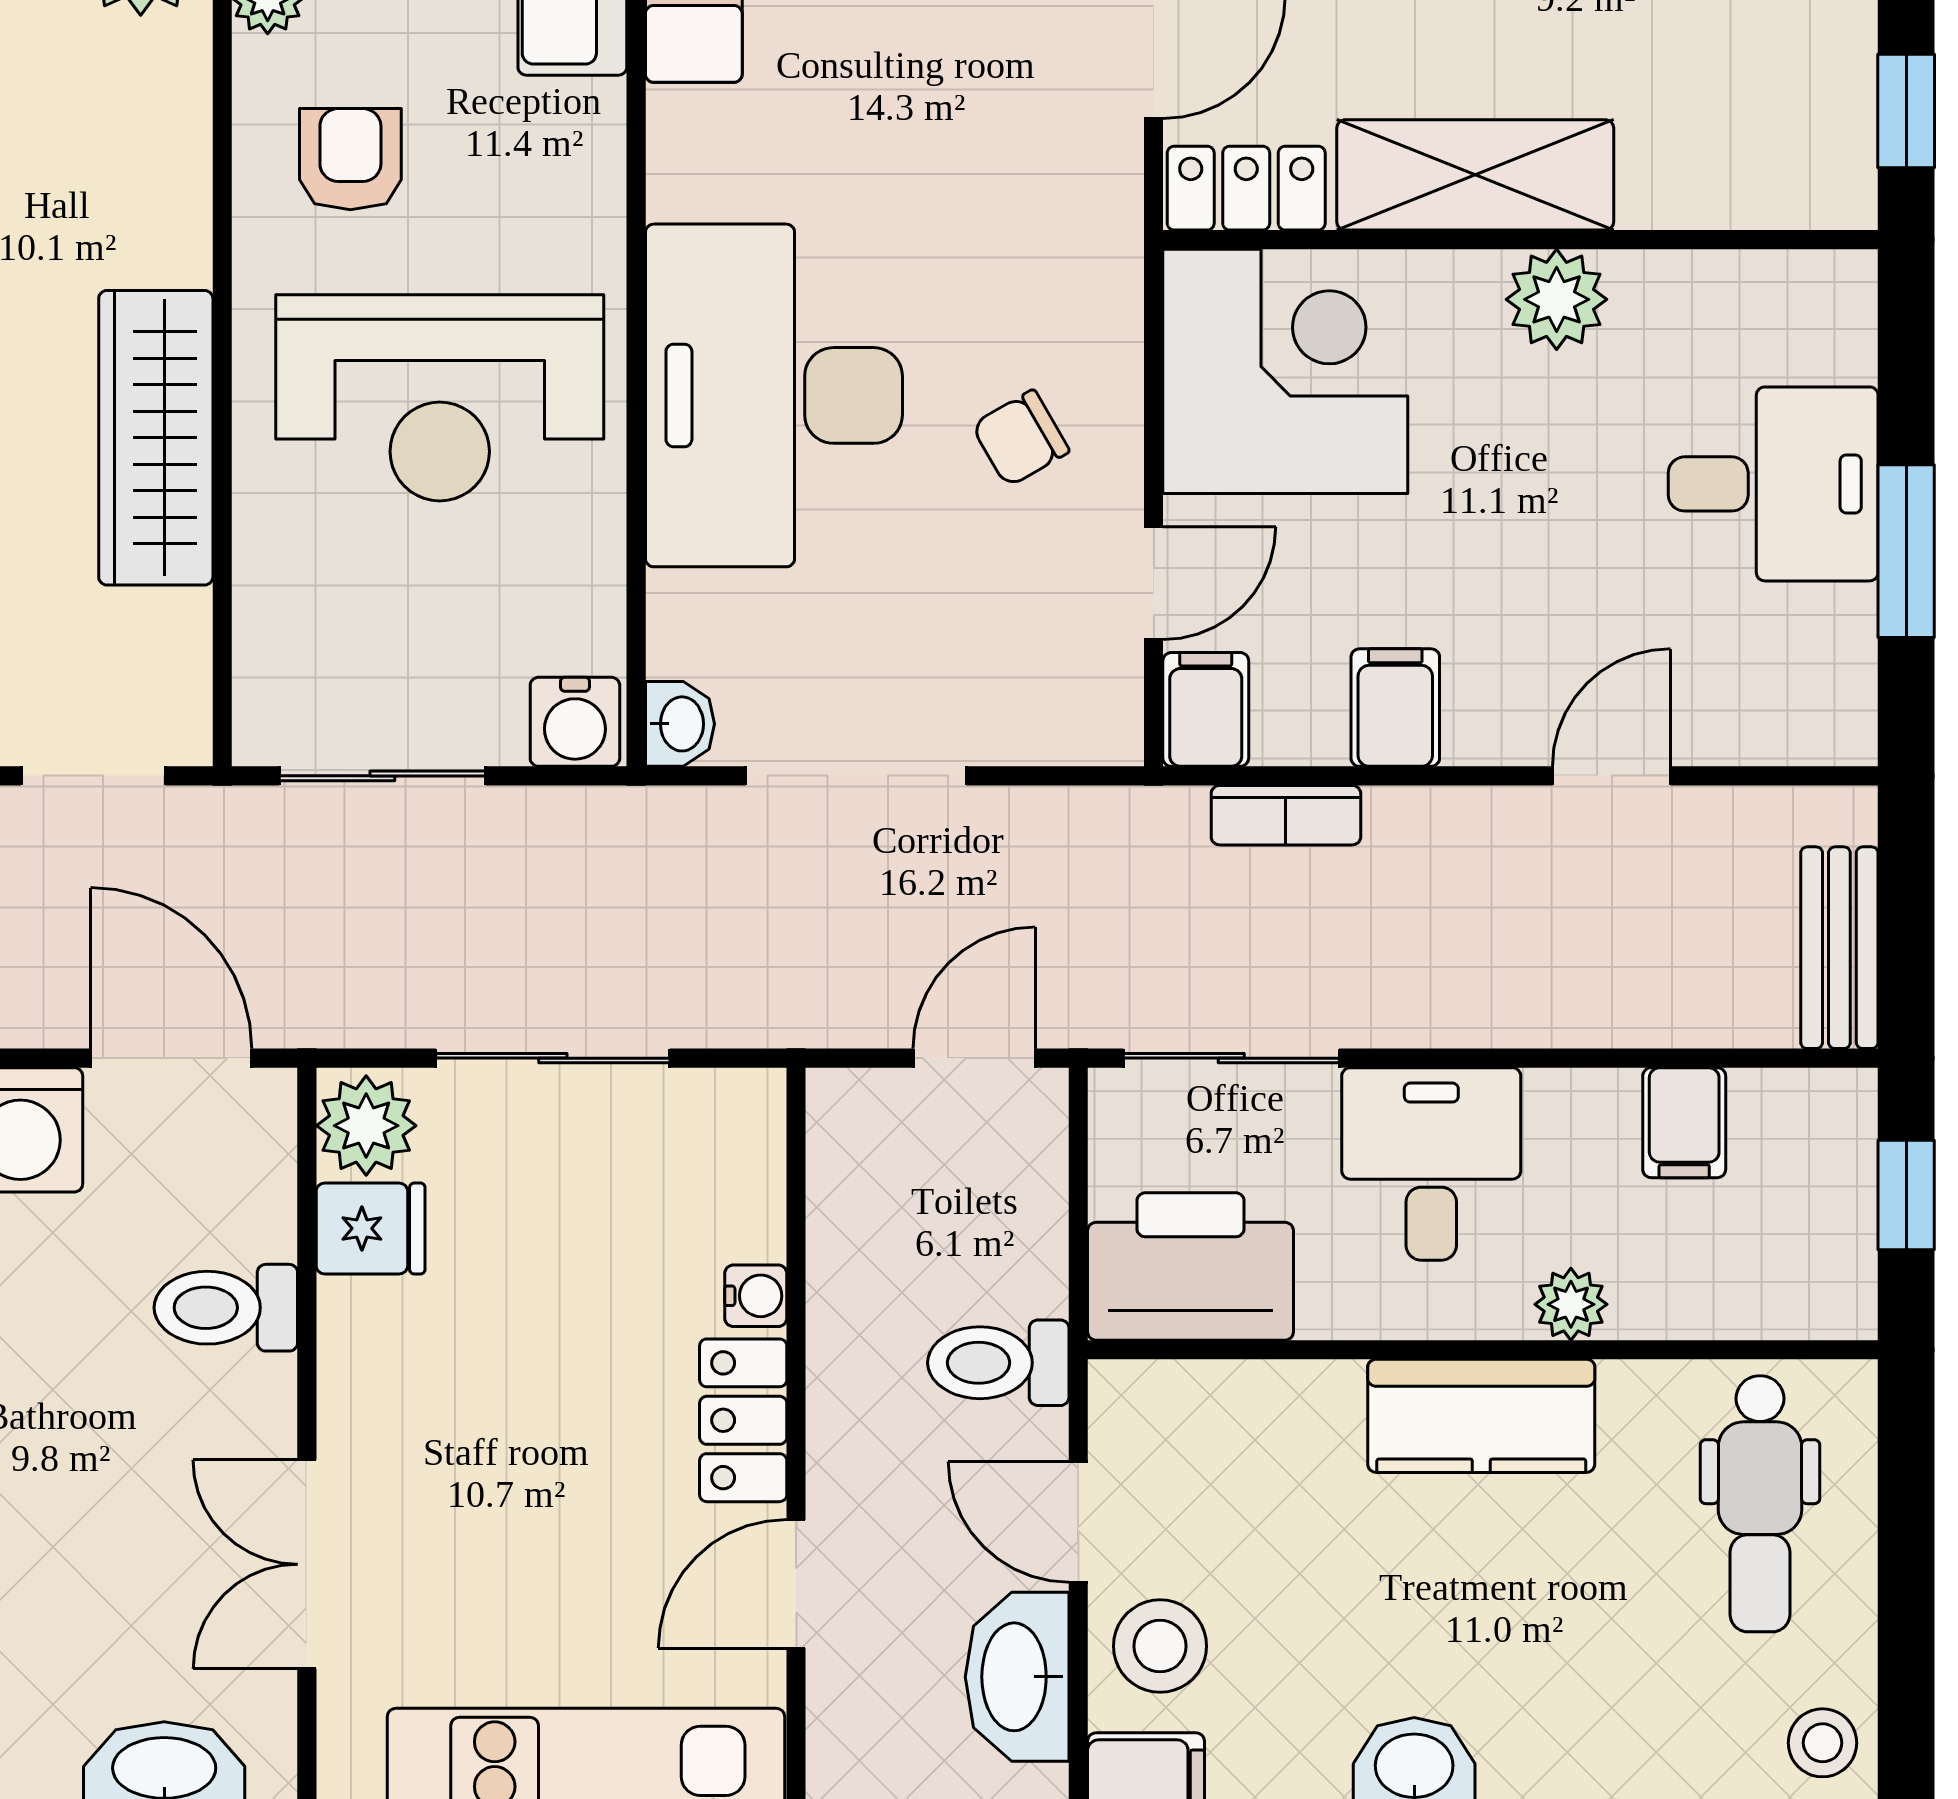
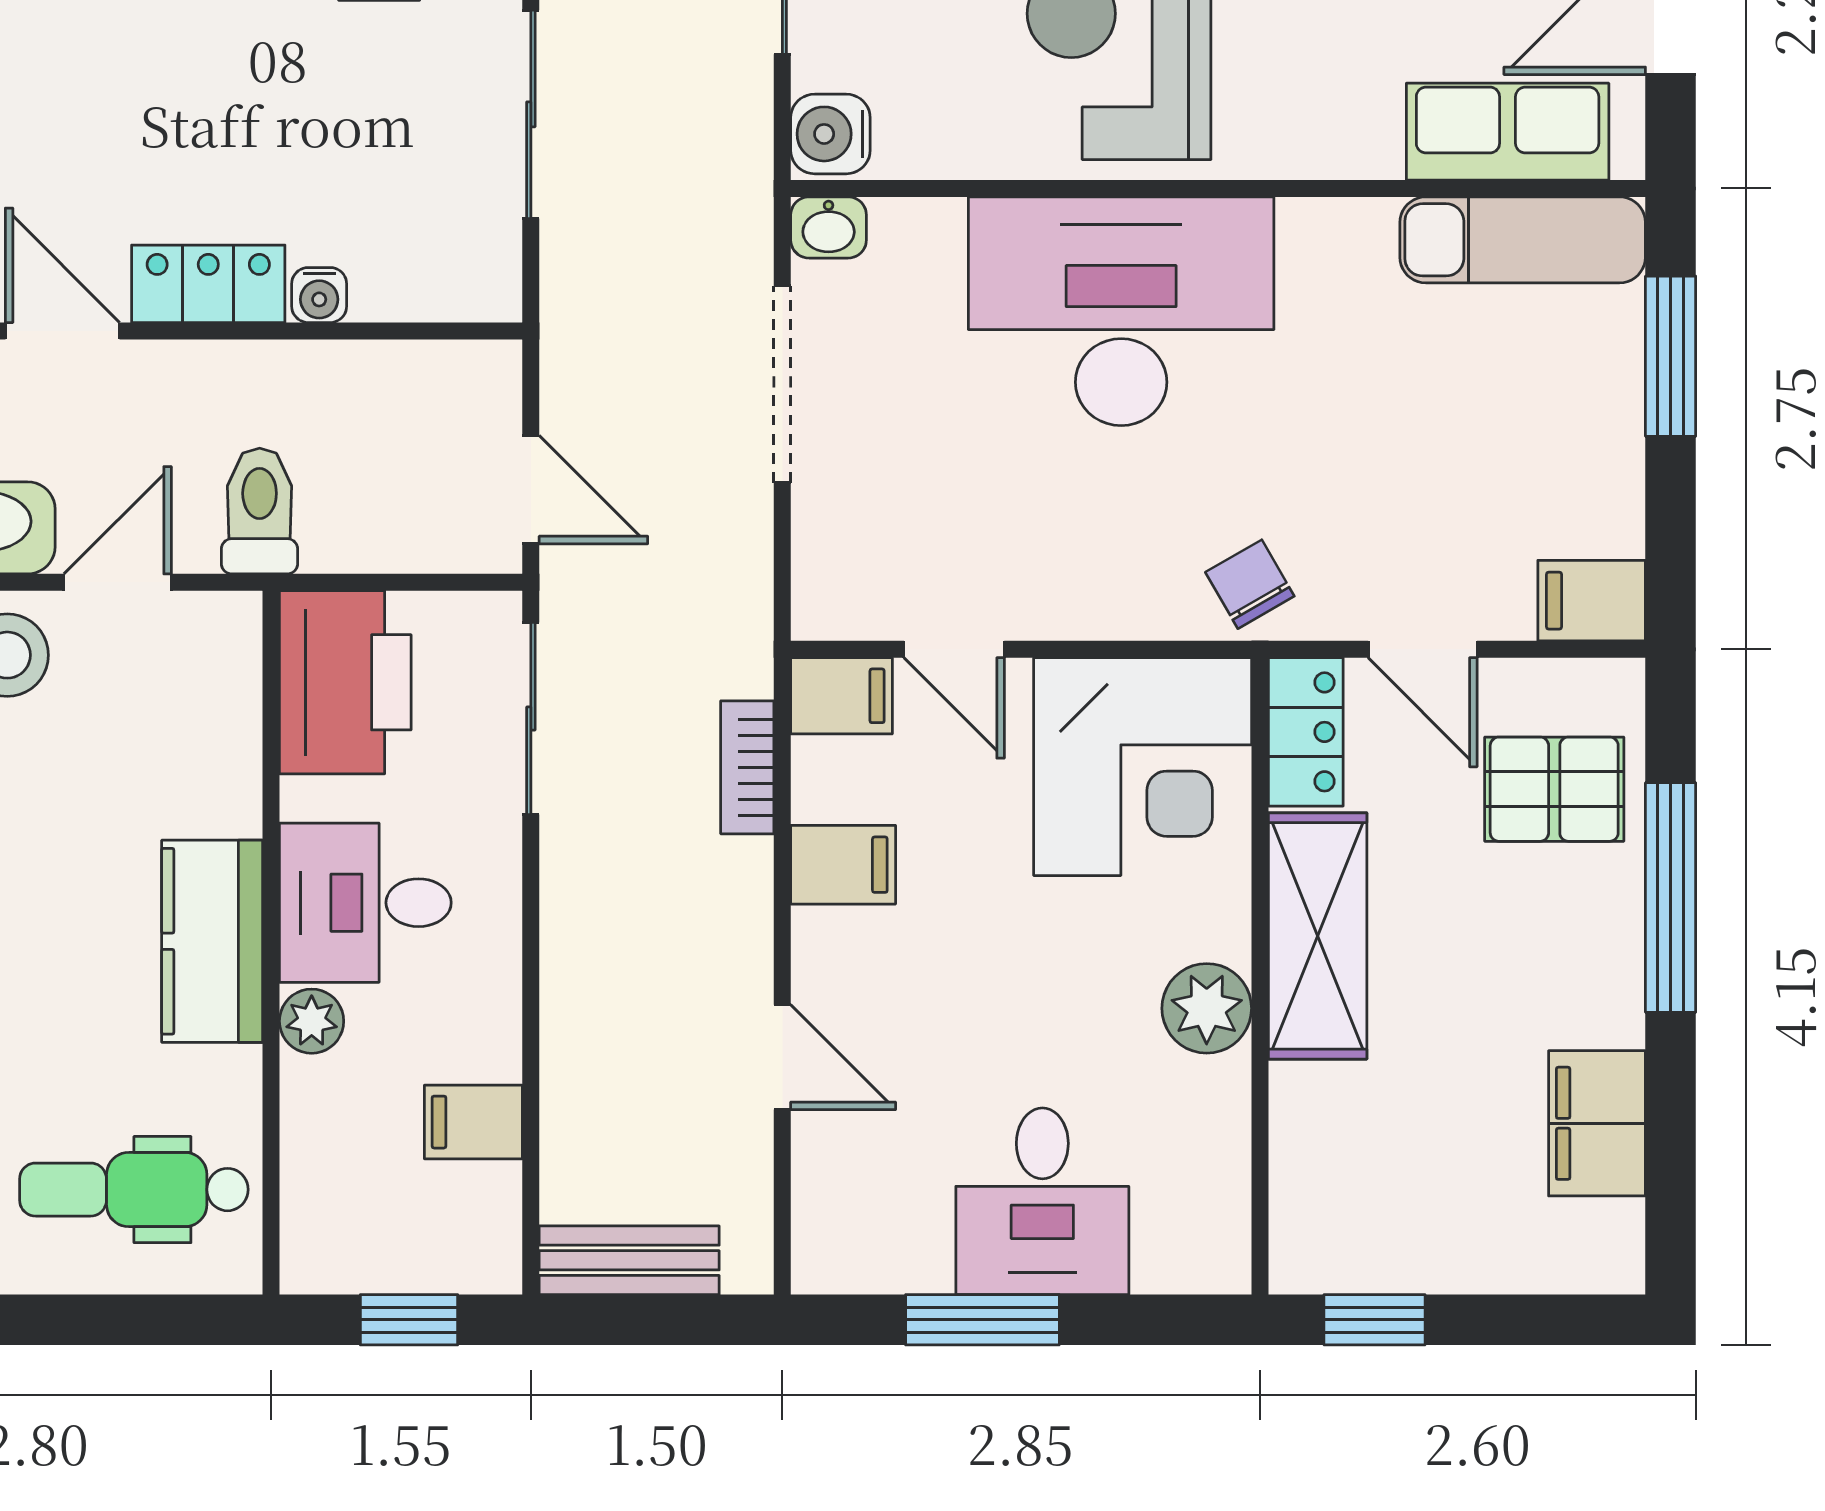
chair: (1020, 438) -> (1250, 584), moved
desk: (1431, 1164) -> (365, 903), moved, turned 180

